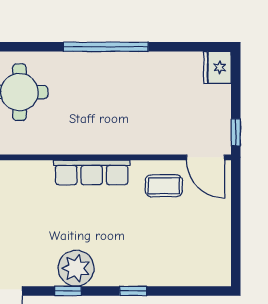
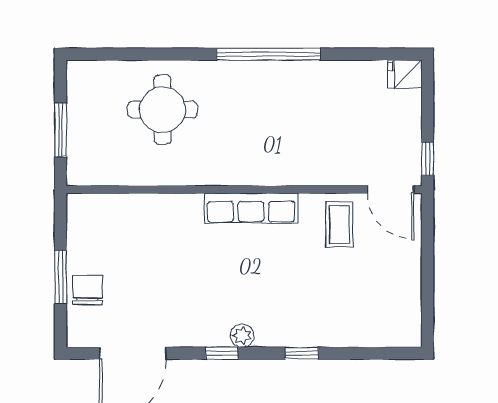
fridge: (217, 67) -> (405, 74), width x0.72
coffee table: (164, 186) -> (339, 224), turned 90
plant: (76, 268) -> (242, 336), width x0.53, depth x0.53

